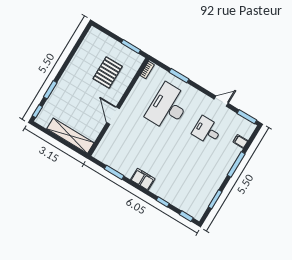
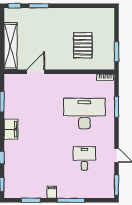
pallet: (108, 72) -> (83, 45), turned 90
door: (113, 116) -> (36, 72), moved
filing cabinet: (240, 141) -> (52, 192), moved

